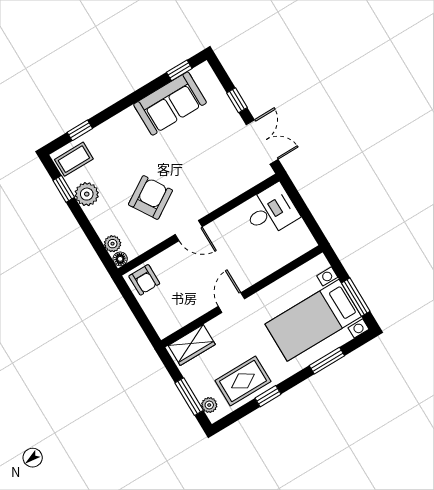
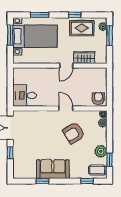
window: (179, 70) -> (42, 181), moved
sofa: (170, 104) -> (53, 169), moved
wardrobe: (192, 345) -> (84, 57), moved

